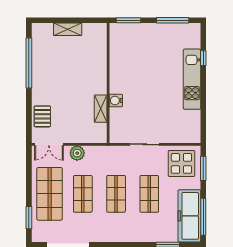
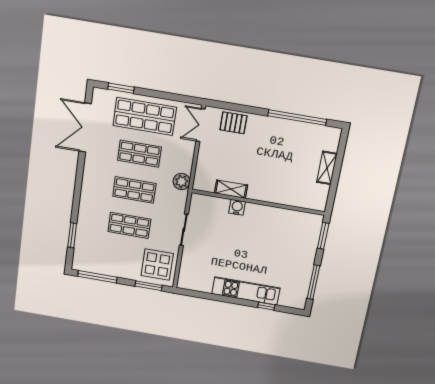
plant: (77, 153) -> (182, 181), moved
freezer: (189, 216) -> (100, 263), removed

